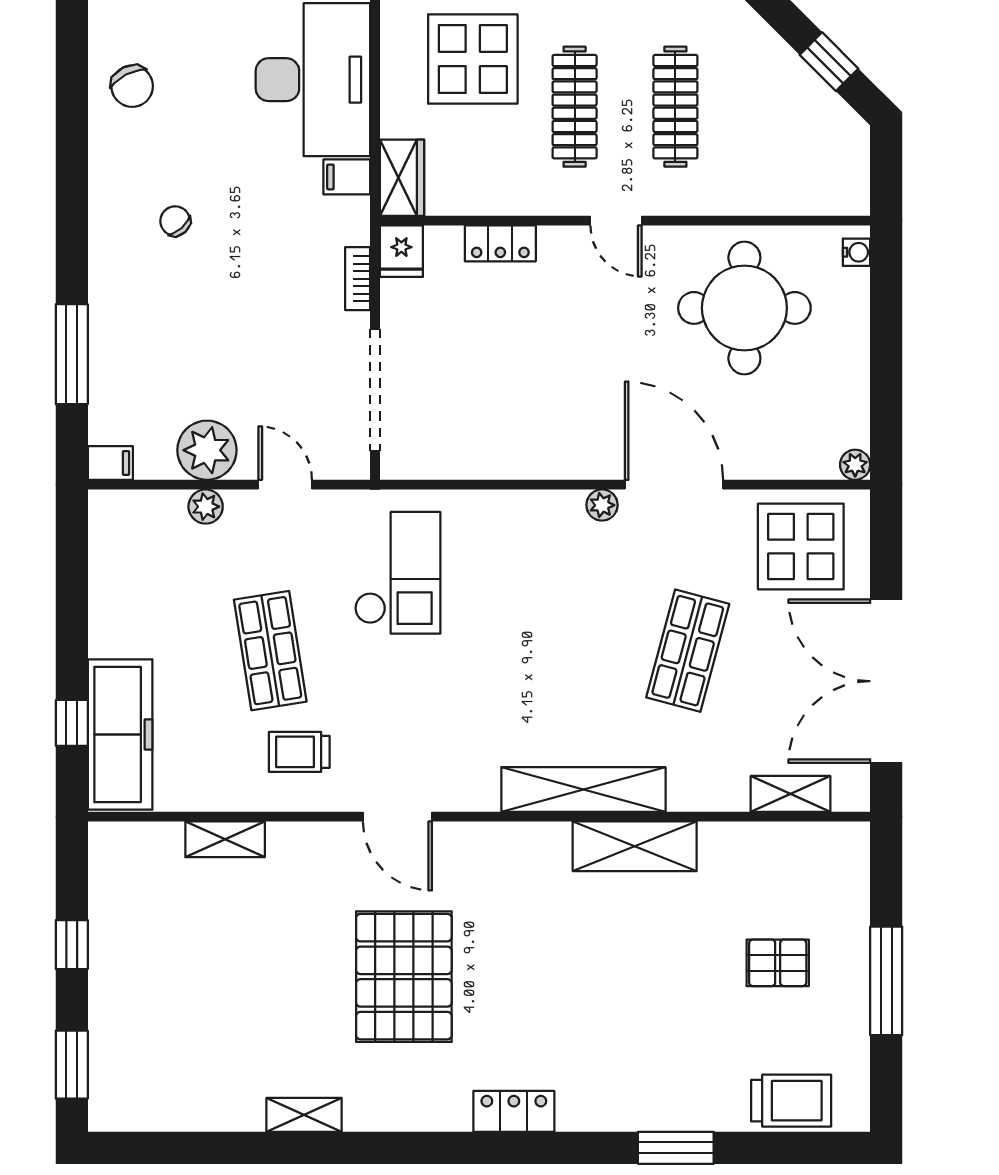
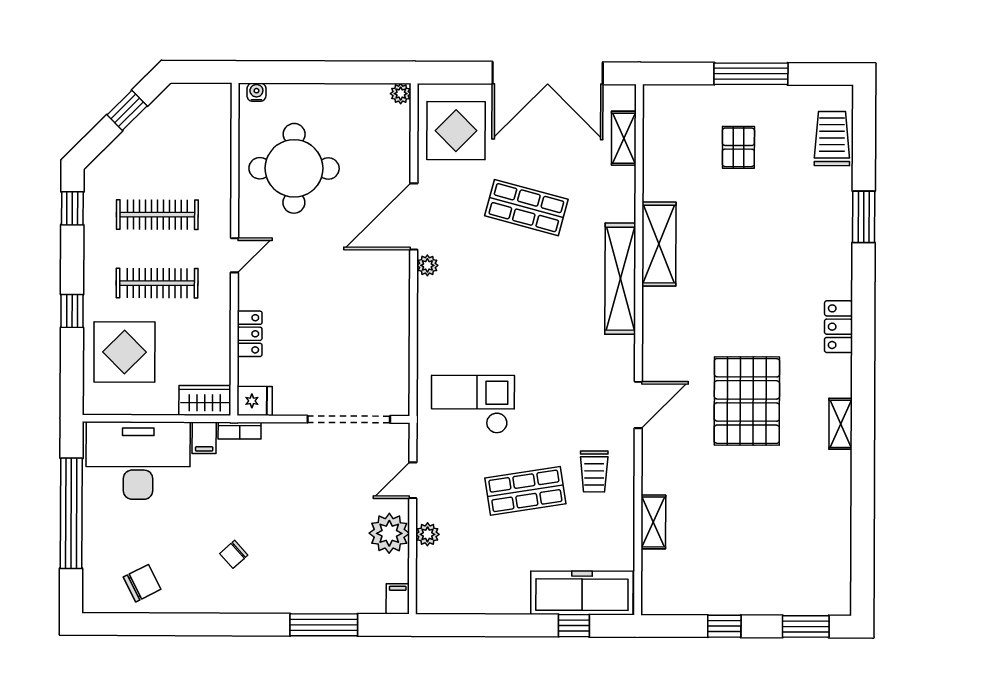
bookcase: (358, 279) -> (240, 431), moved
pallet: (404, 977) -> (747, 401), turned 90
shelving: (304, 1115) -> (841, 424), moved

